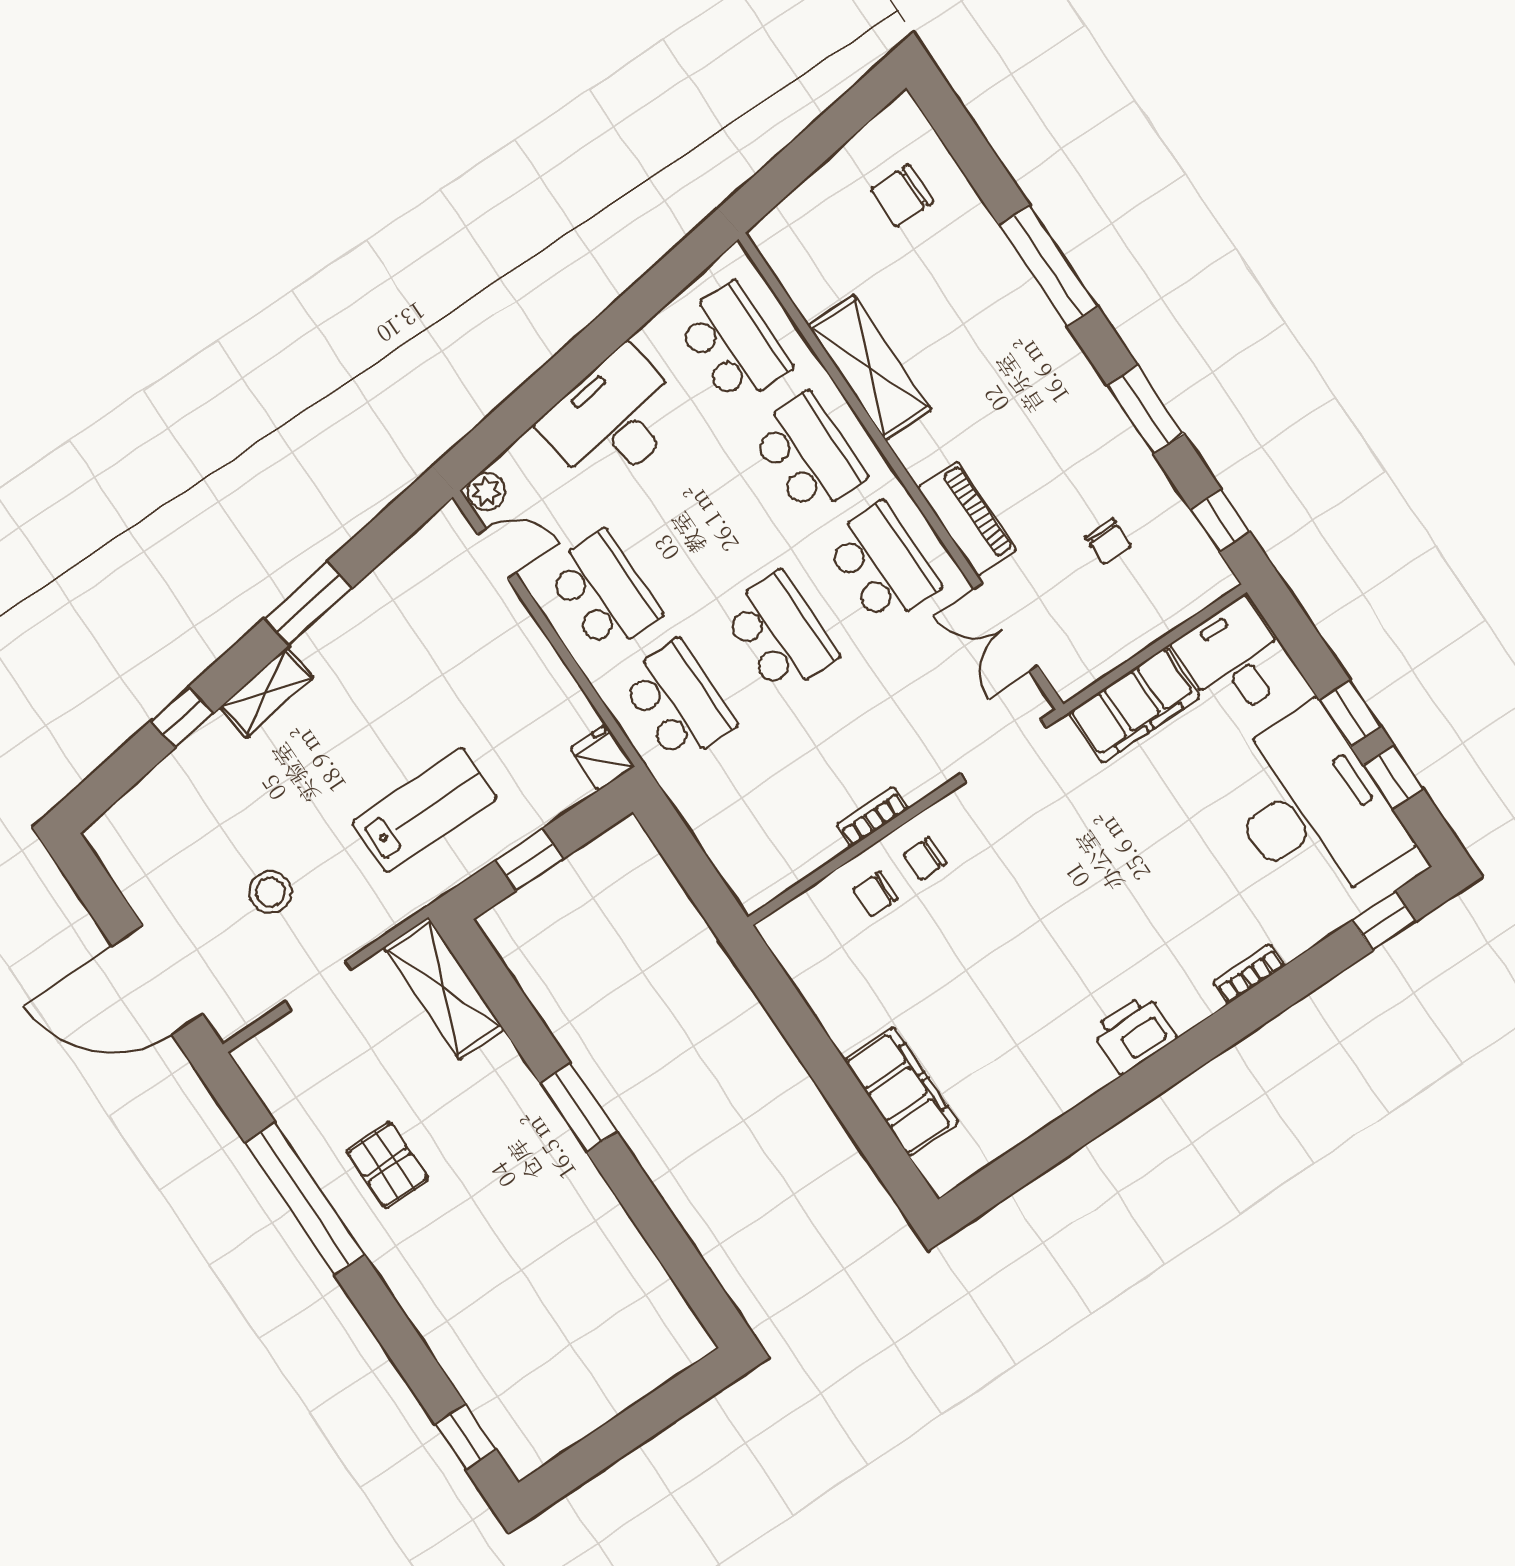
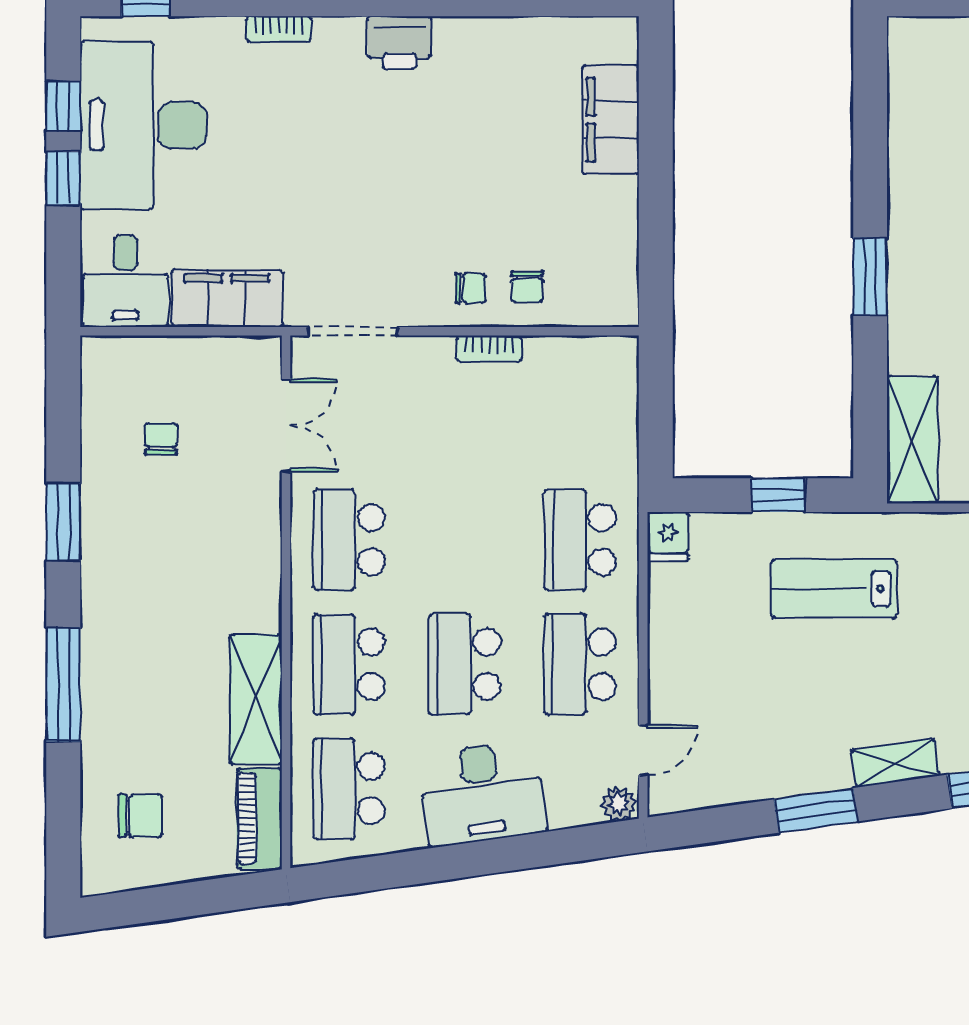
piano: (967, 519) -> (259, 818), moved
window: (1220, 521) -> (63, 396), removed
door: (497, 554) -> (643, 750), swing flipped
school desk: (780, 633) -> (465, 664), moved
chair: (876, 894) -> (527, 287), turned 90

